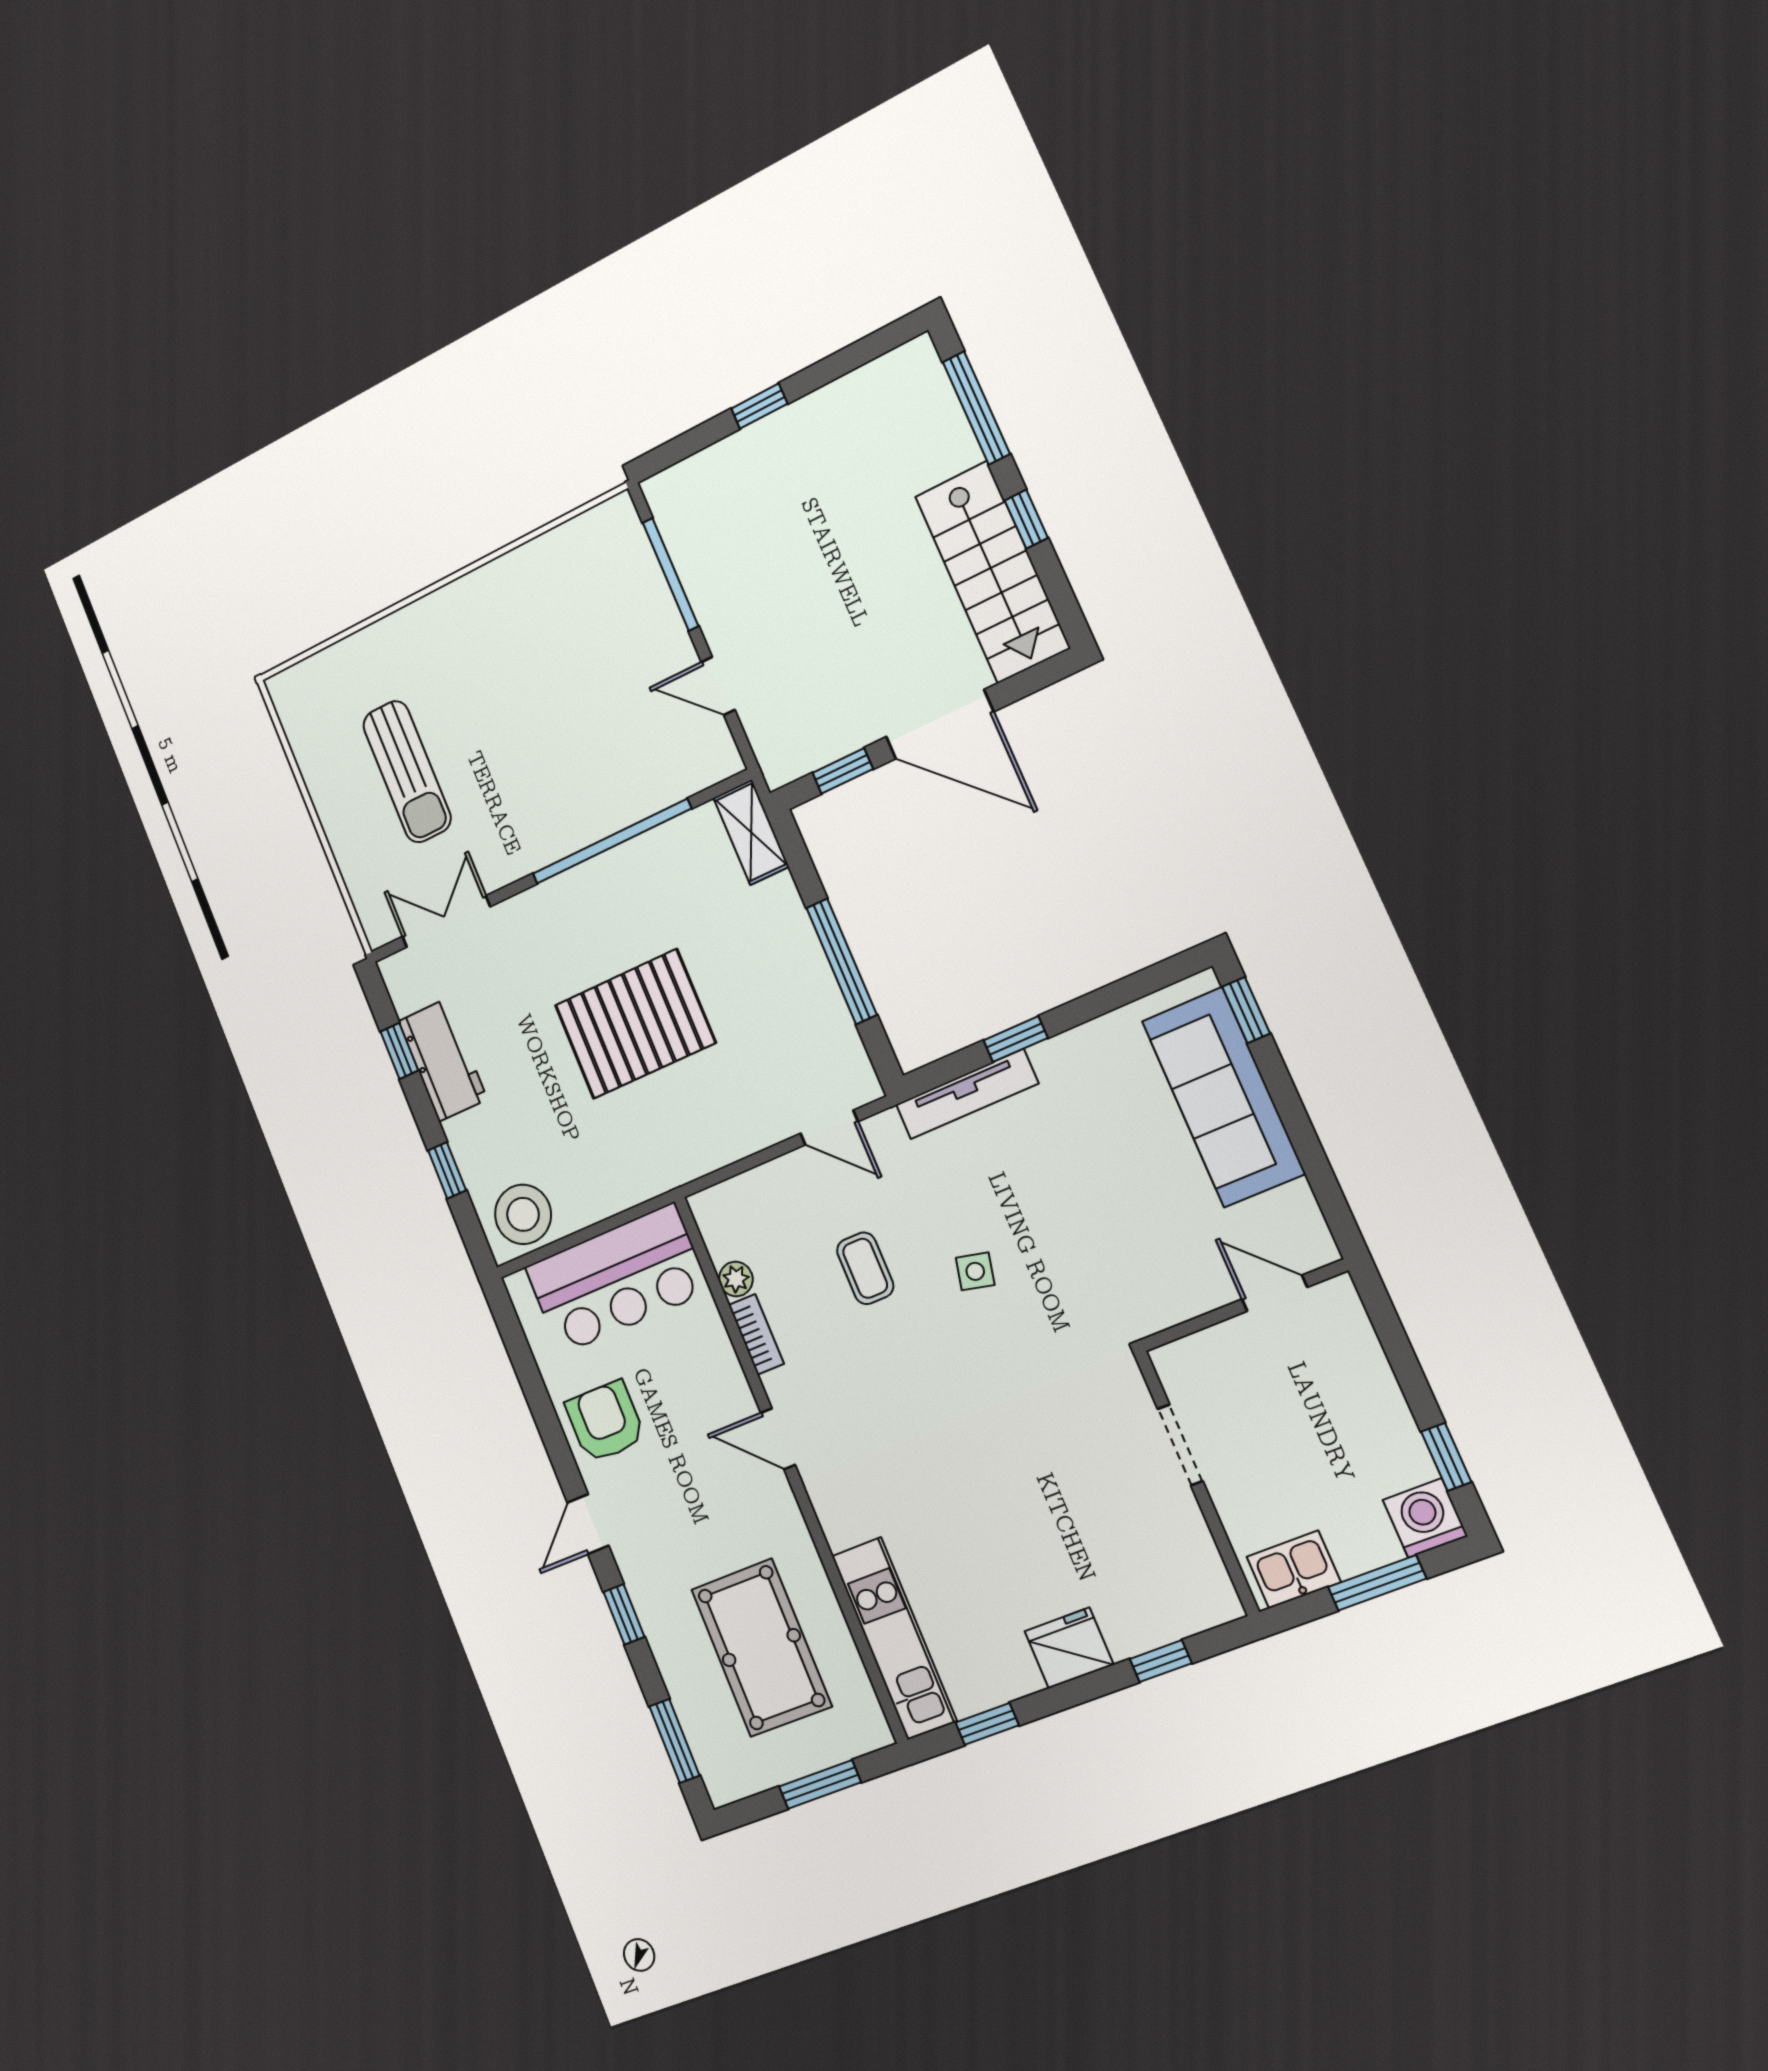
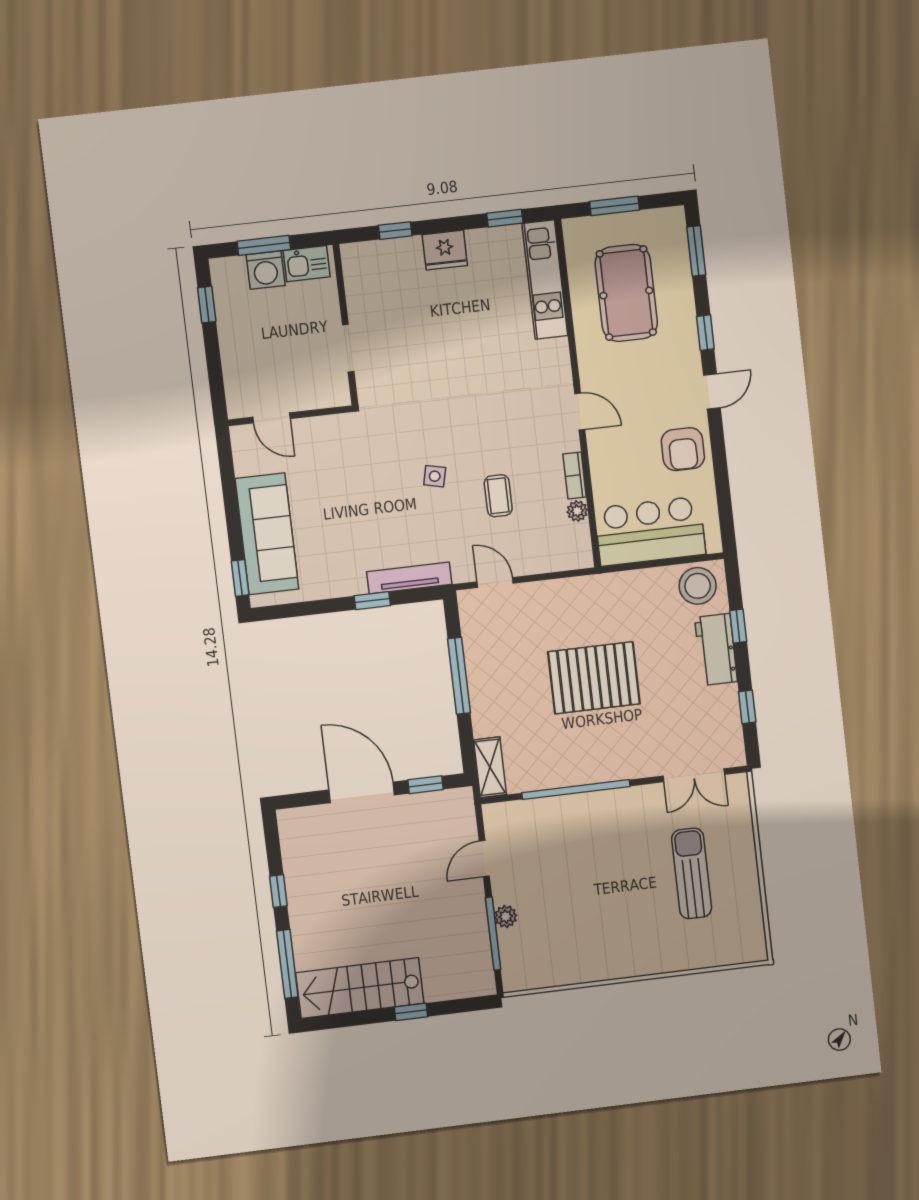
stairs: (992, 572) -> (360, 988), moved, turned -90
plant: (659, 608) -> (506, 916), added
door: (718, 686) -> (484, 859), swing flipped
workbench: (443, 1060) -> (716, 650), moved
washing machine: (1425, 1518) -> (266, 270), moved

